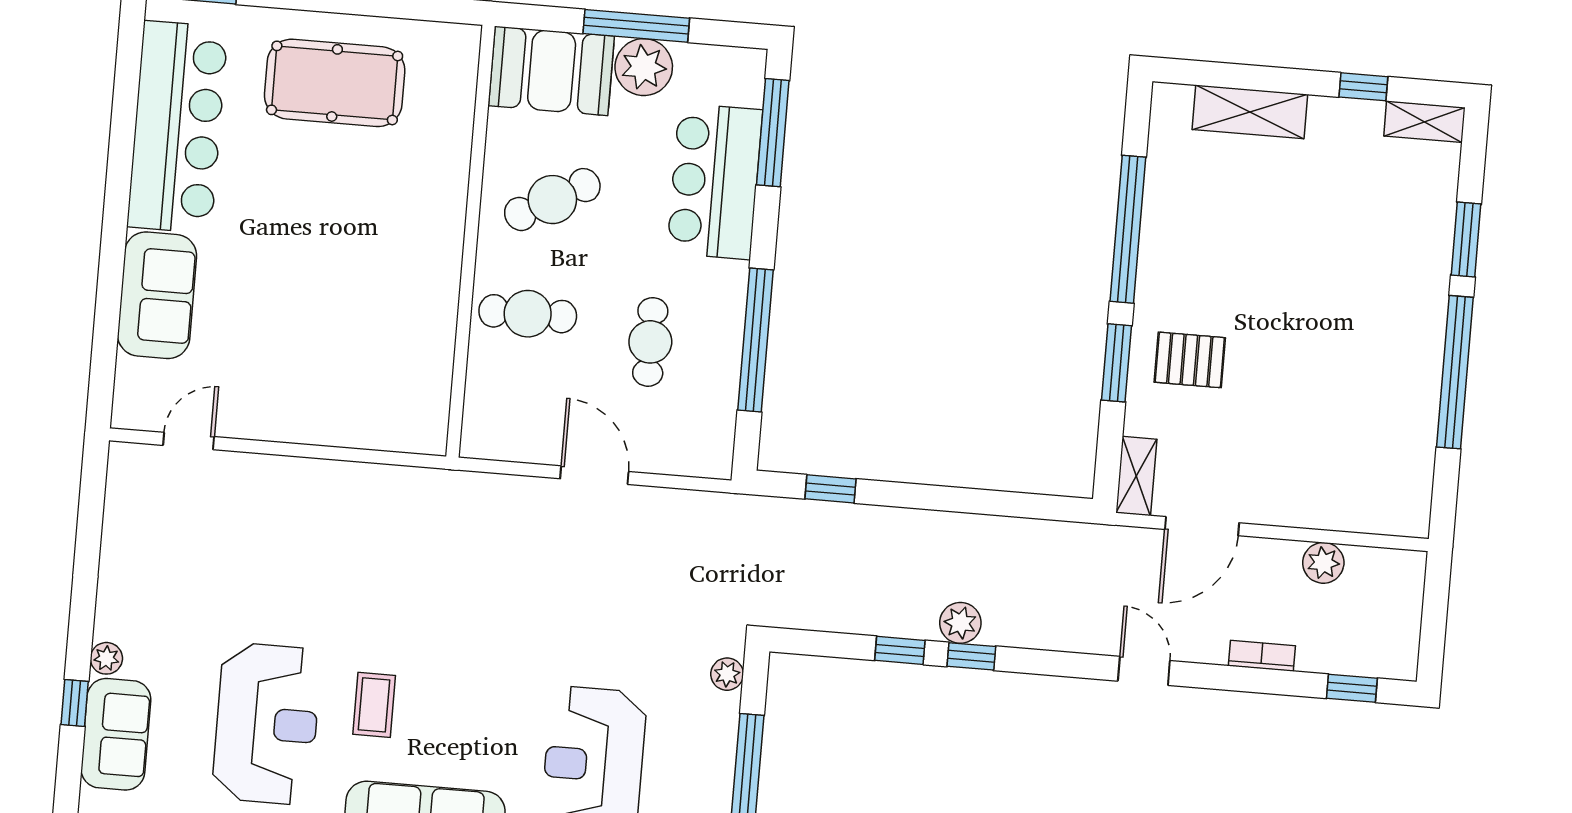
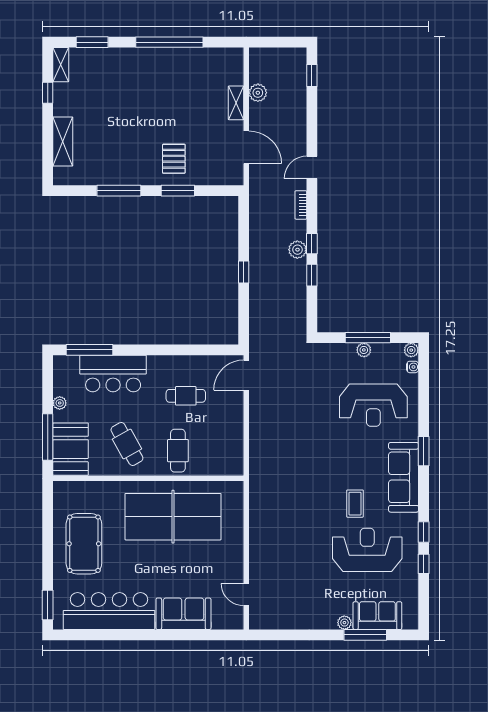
window: (636, 26) -> (48, 437), moved
plant: (644, 67) -> (60, 403), width x0.53, depth x0.53
window: (1128, 229) -> (119, 191), width x0.68
window: (1466, 239) -> (92, 42), moved
table tennis table: (379, 290) -> (173, 517), added
window: (755, 340) -> (181, 350), removed
door: (594, 475) -> (246, 375), moved
shelving: (1136, 476) -> (236, 103), moved, turned 90
window: (830, 489) -> (244, 272), moved
bookcase: (1262, 656) -> (301, 205), moved
plant: (727, 674) -> (364, 350), moved
window: (75, 703) -> (365, 635), width x2.17
coffee table: (374, 705) -> (355, 504), turned 90

